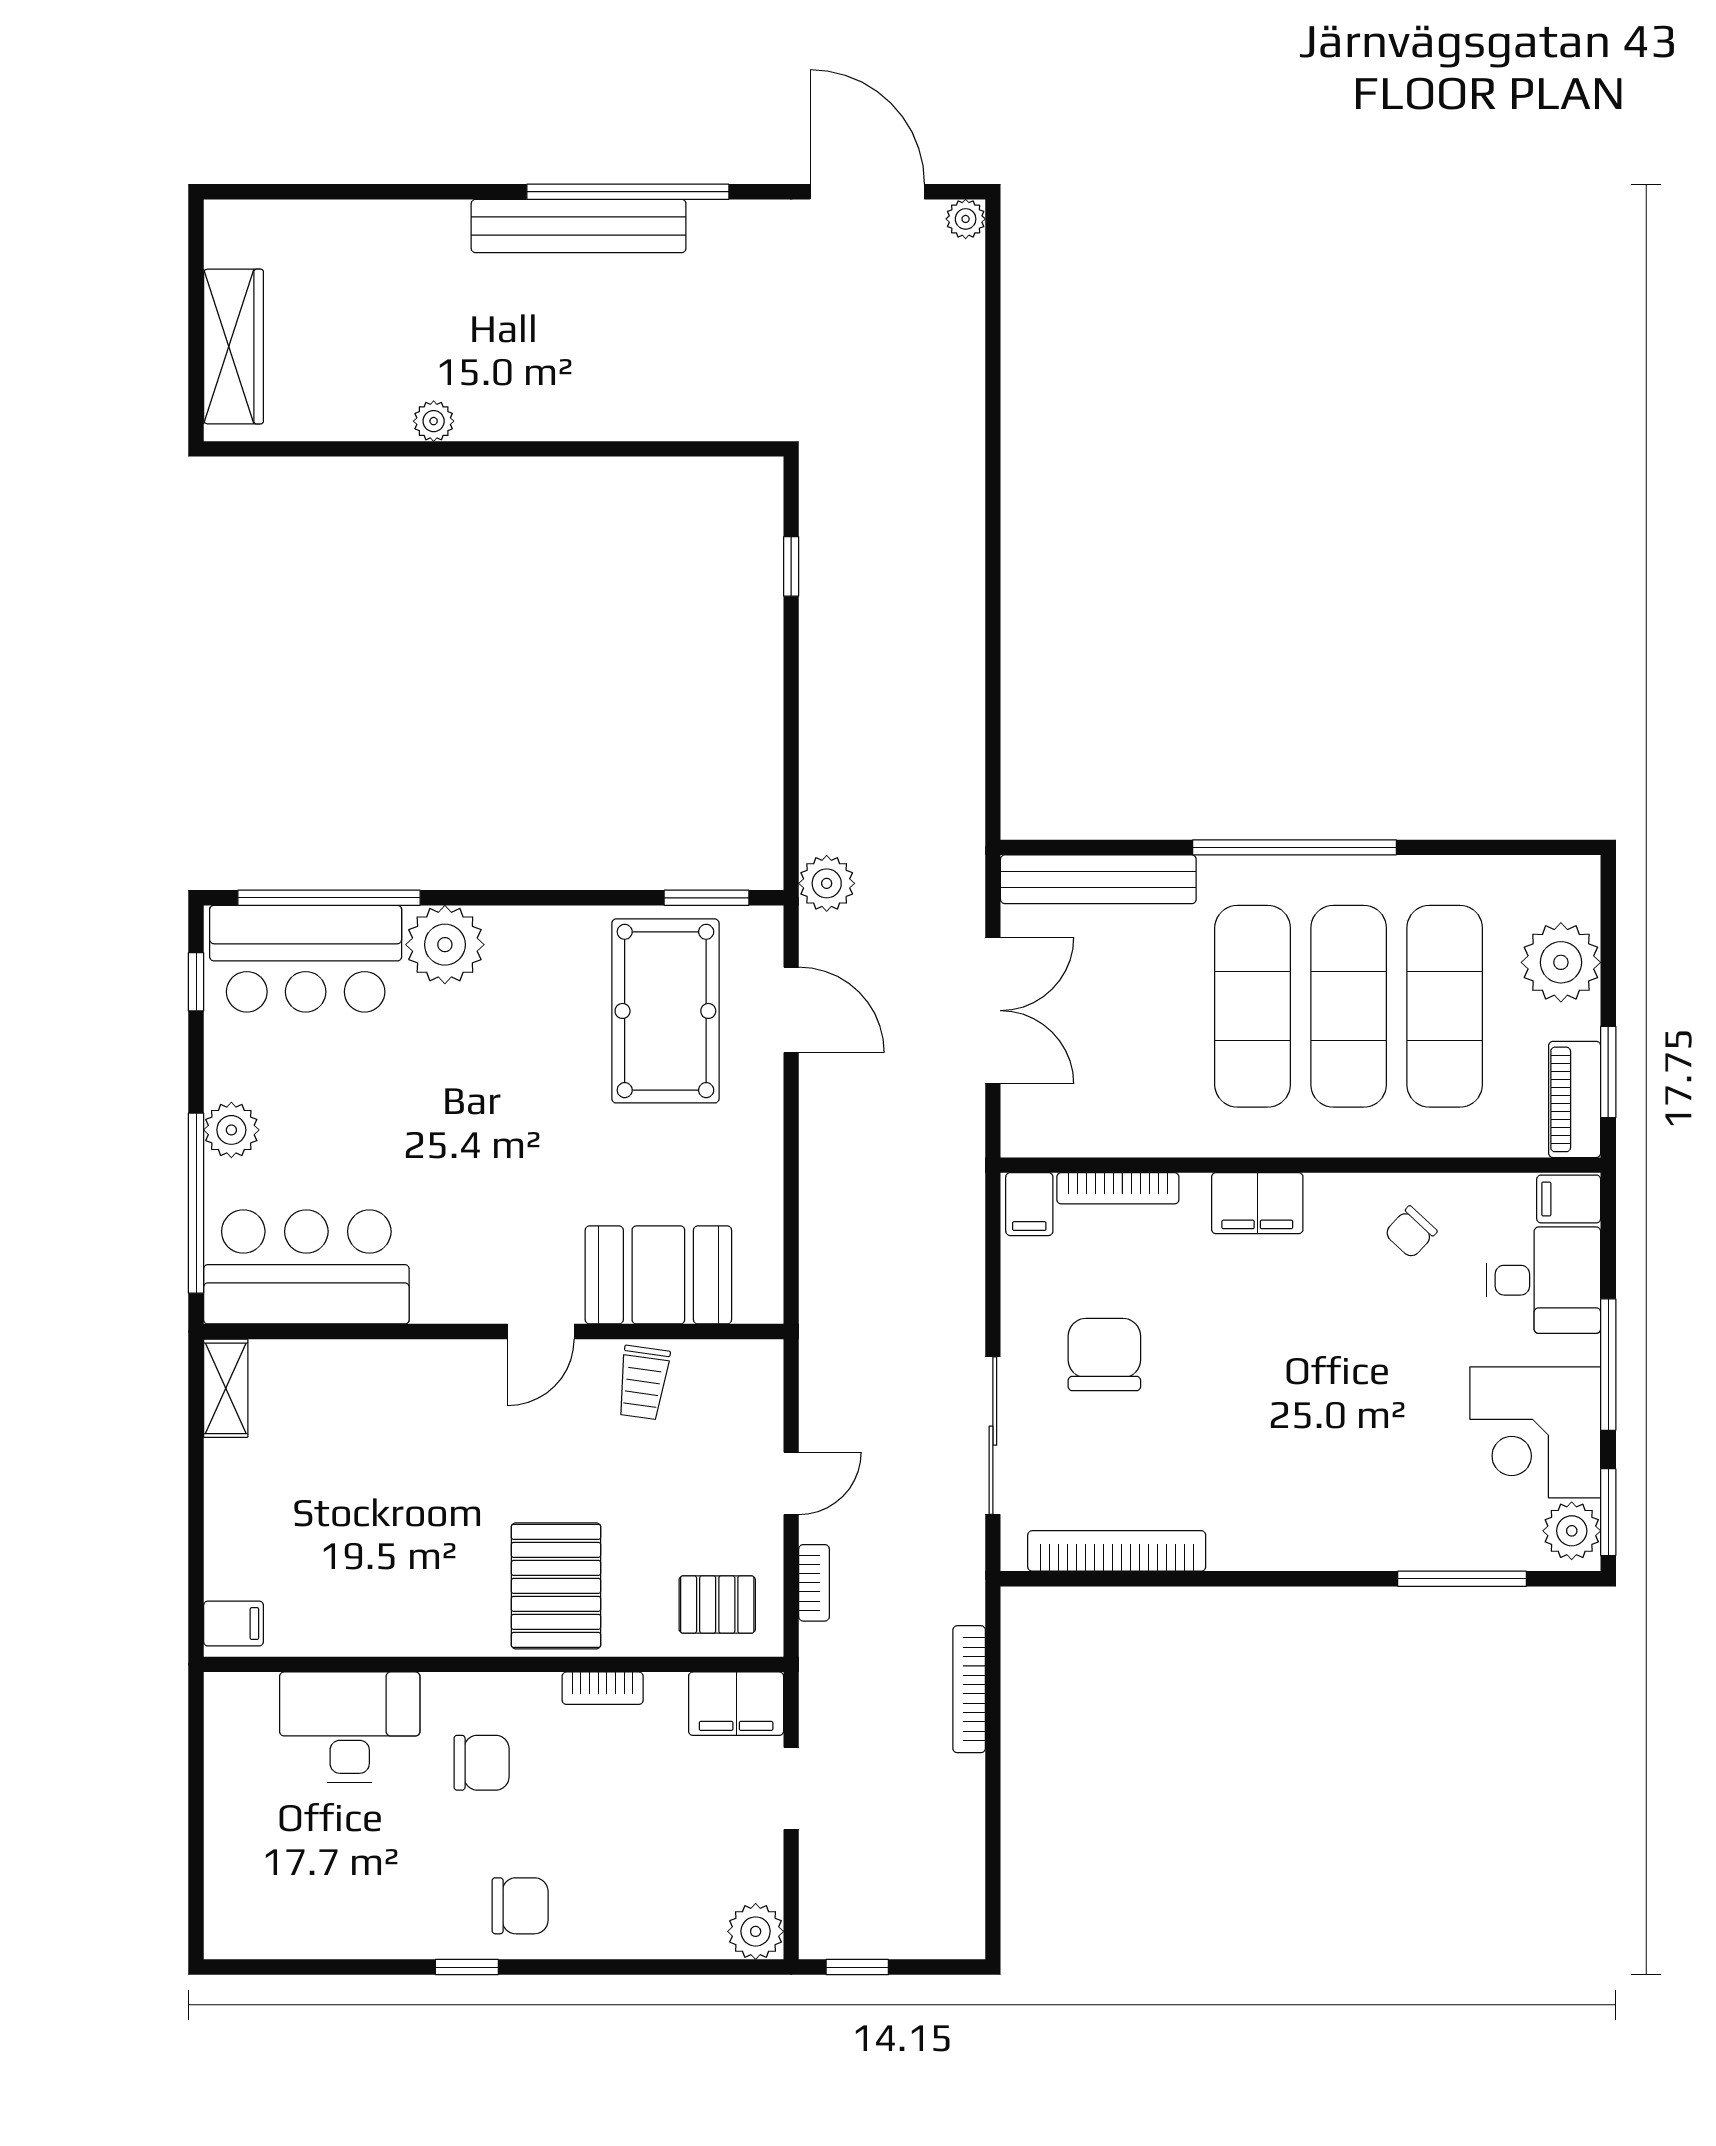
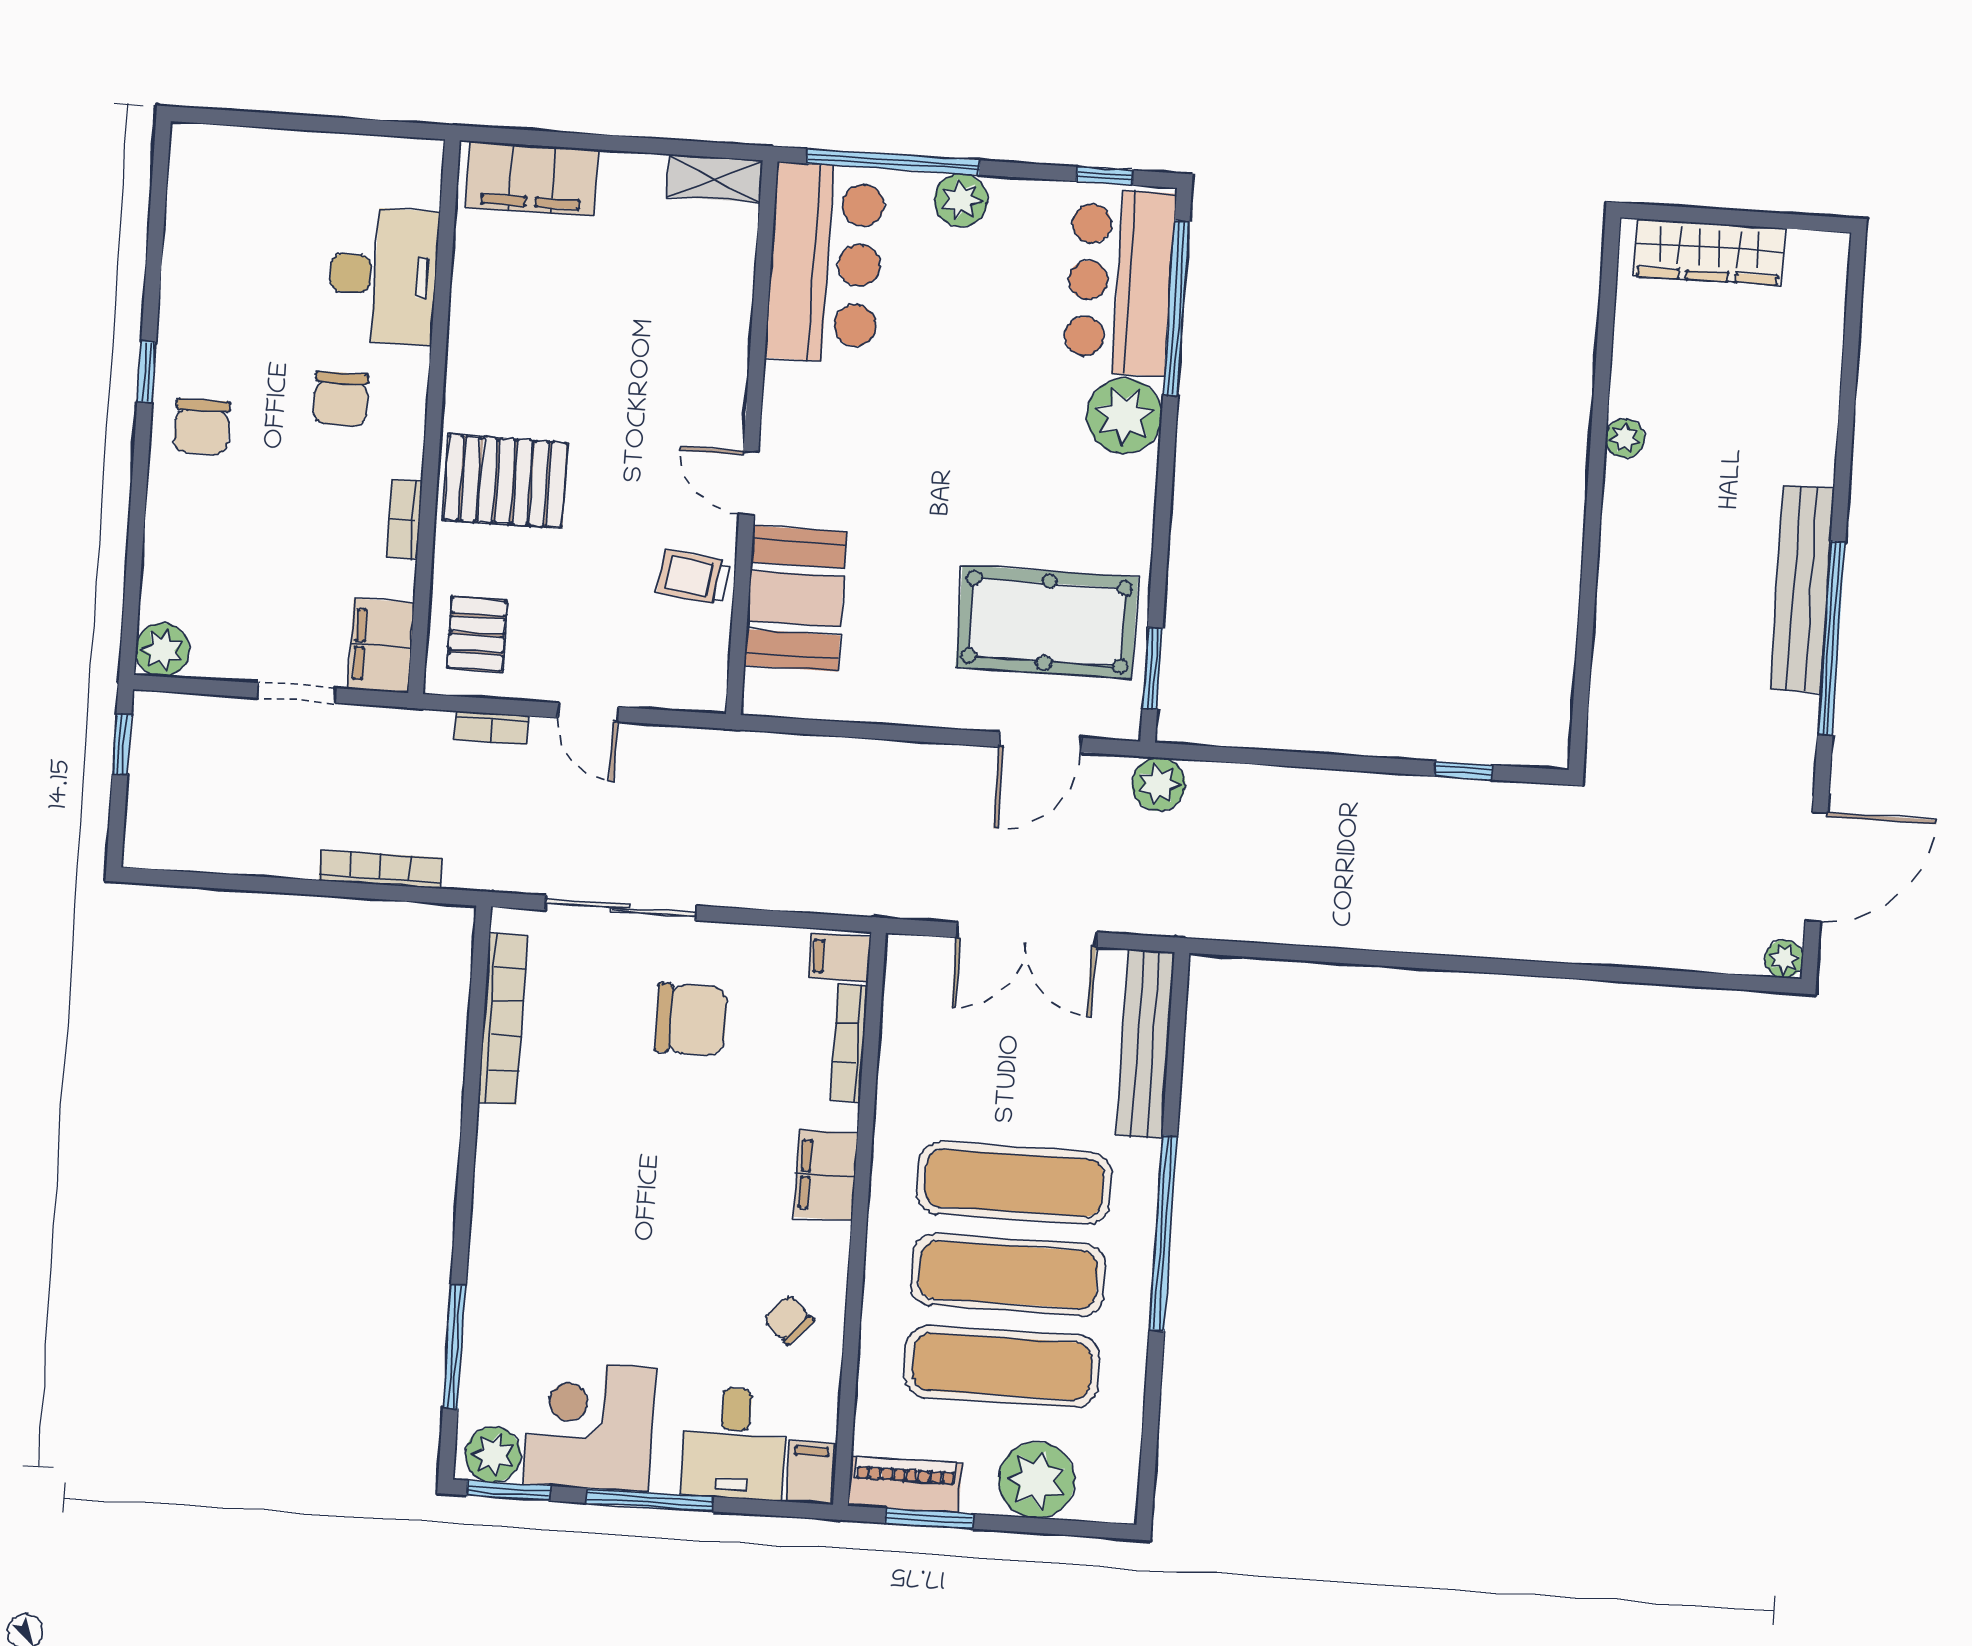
filing cabinet: (233, 1624) -> (532, 179), width x3.00, depth x1.17

